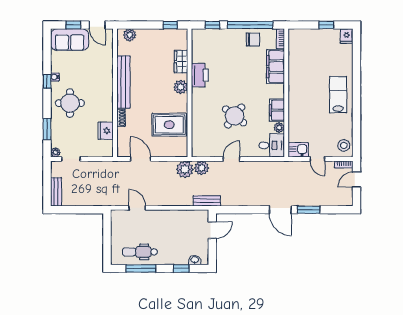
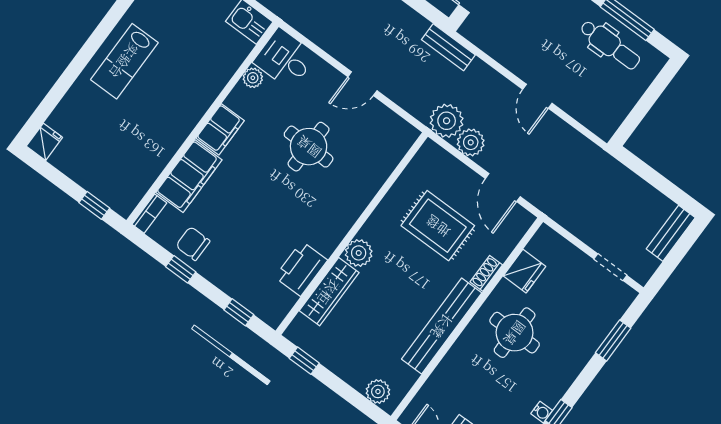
window: (250, 25) -> (181, 269), width x0.32
window: (326, 25) -> (94, 205), moved
wardrobe: (181, 62) -> (329, 292), width x1.50
printer: (200, 75) -> (301, 269), moved
round table: (70, 103) -> (515, 333), moved
filing cabinet: (277, 110) -> (220, 129), moved
round table: (235, 116) -> (309, 147), turned -37
rug: (169, 125) -> (438, 226), moved
plant: (55, 152) -> (627, 295), removed
plant: (202, 168) -> (471, 142), moved
door: (137, 208) -> (537, 96), moved

